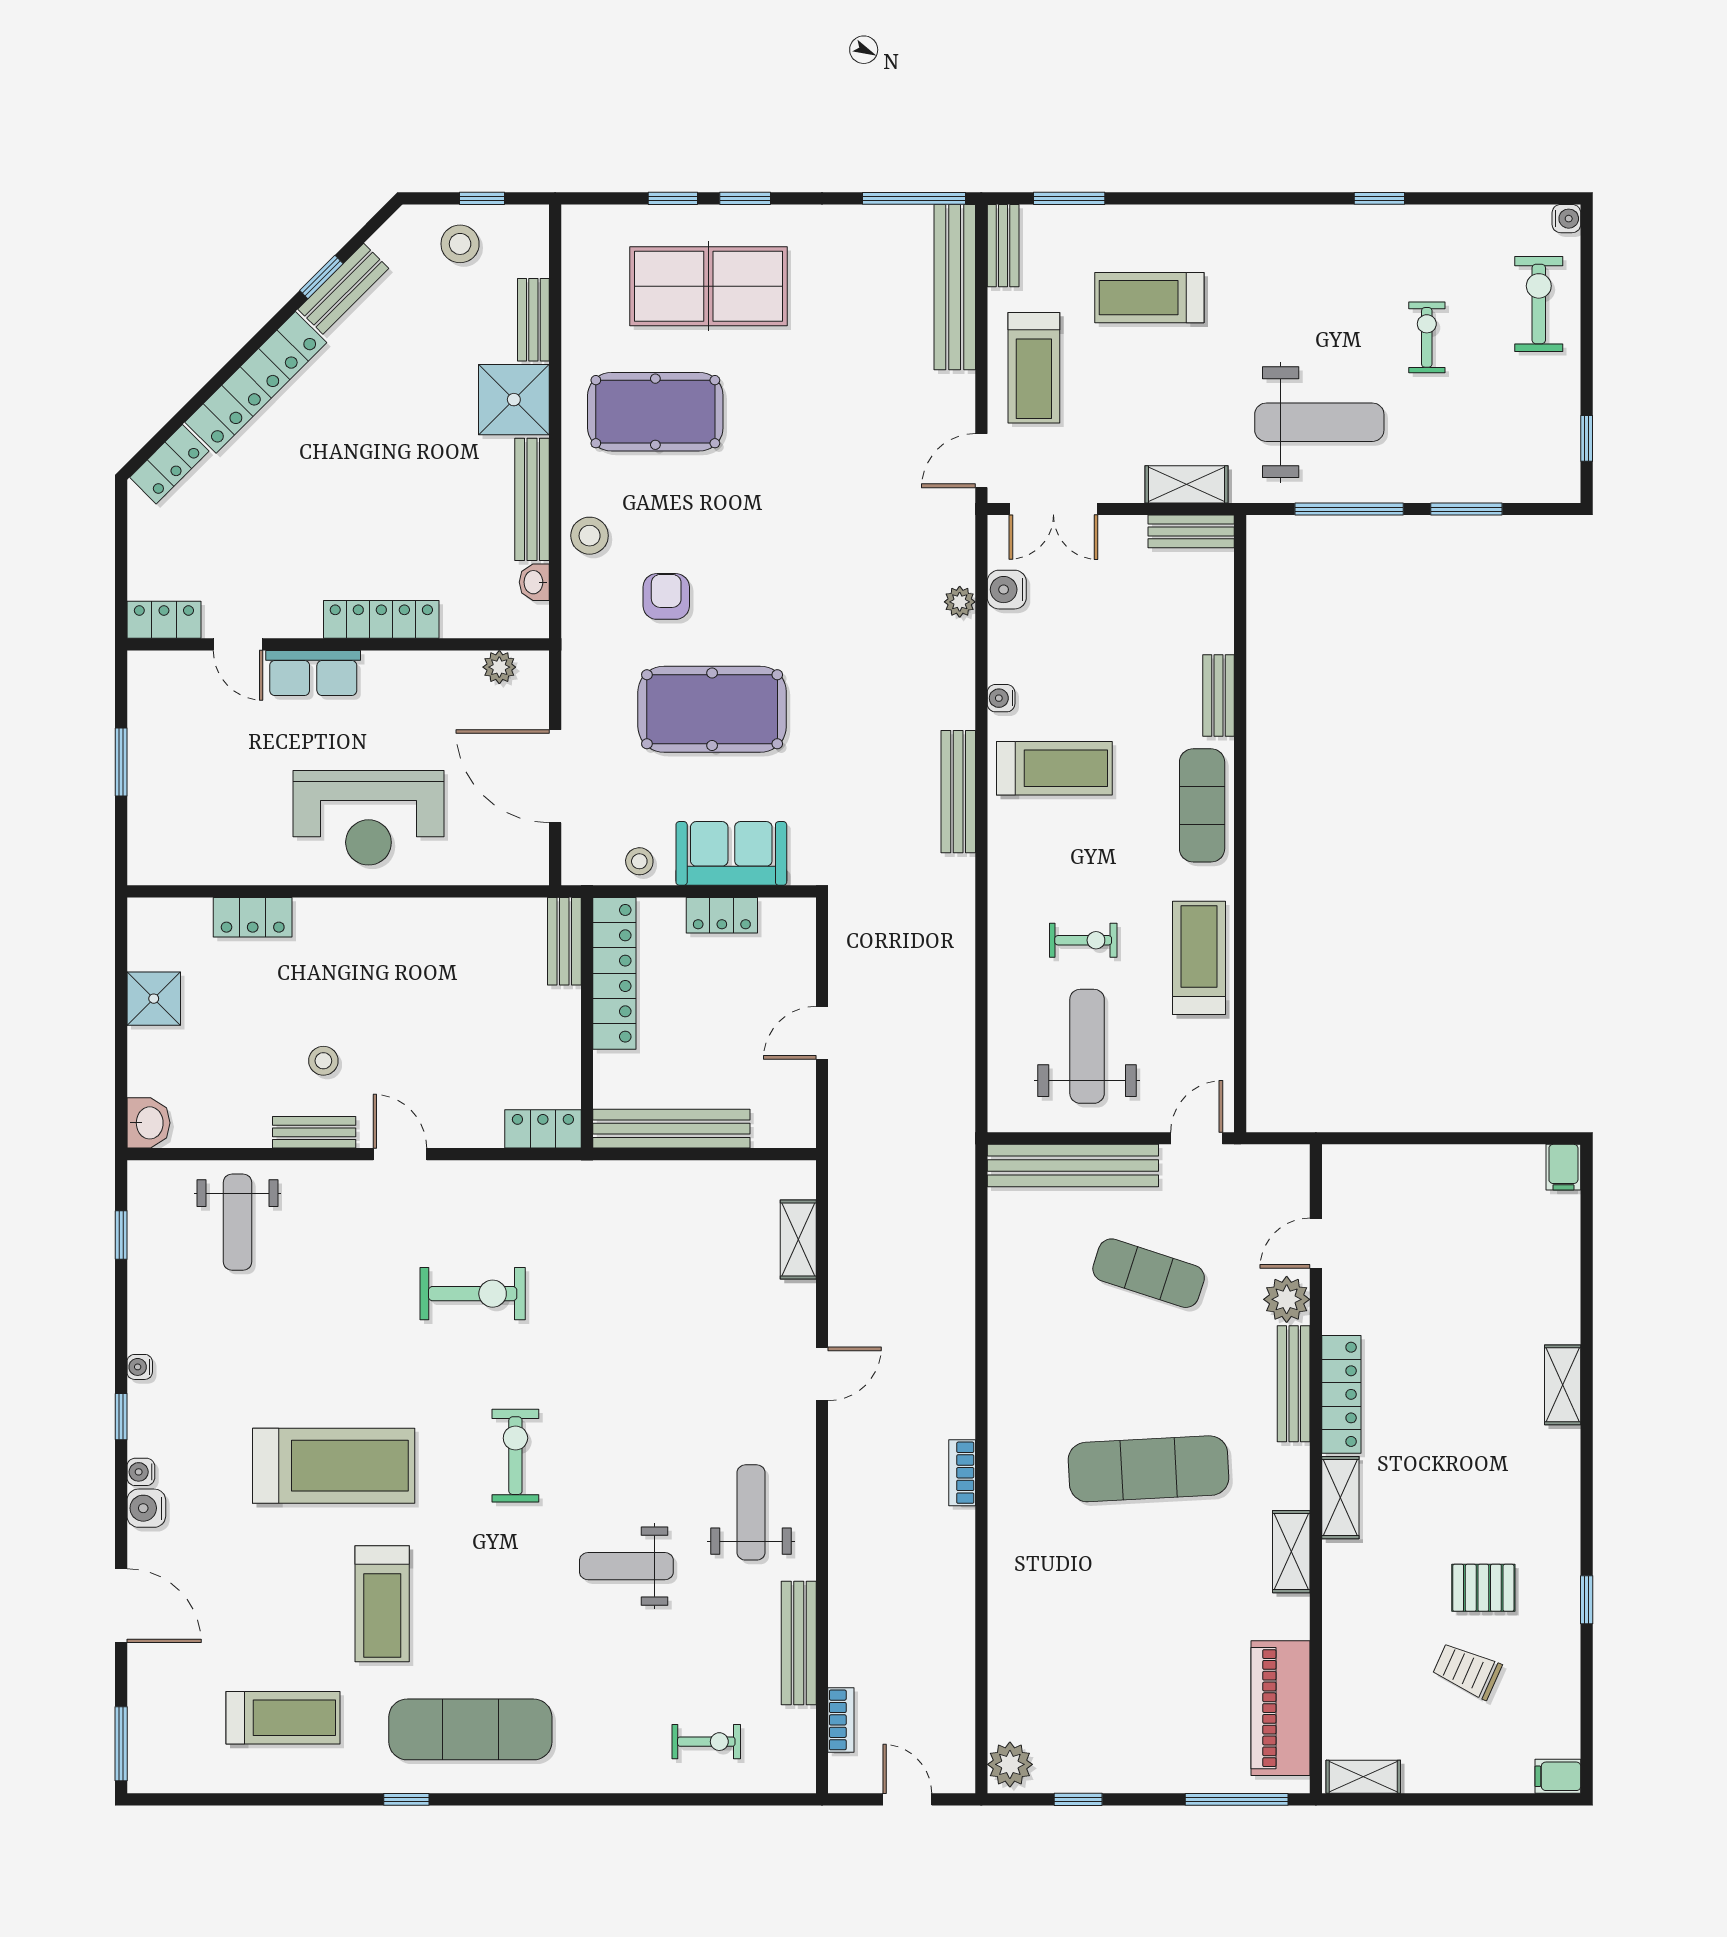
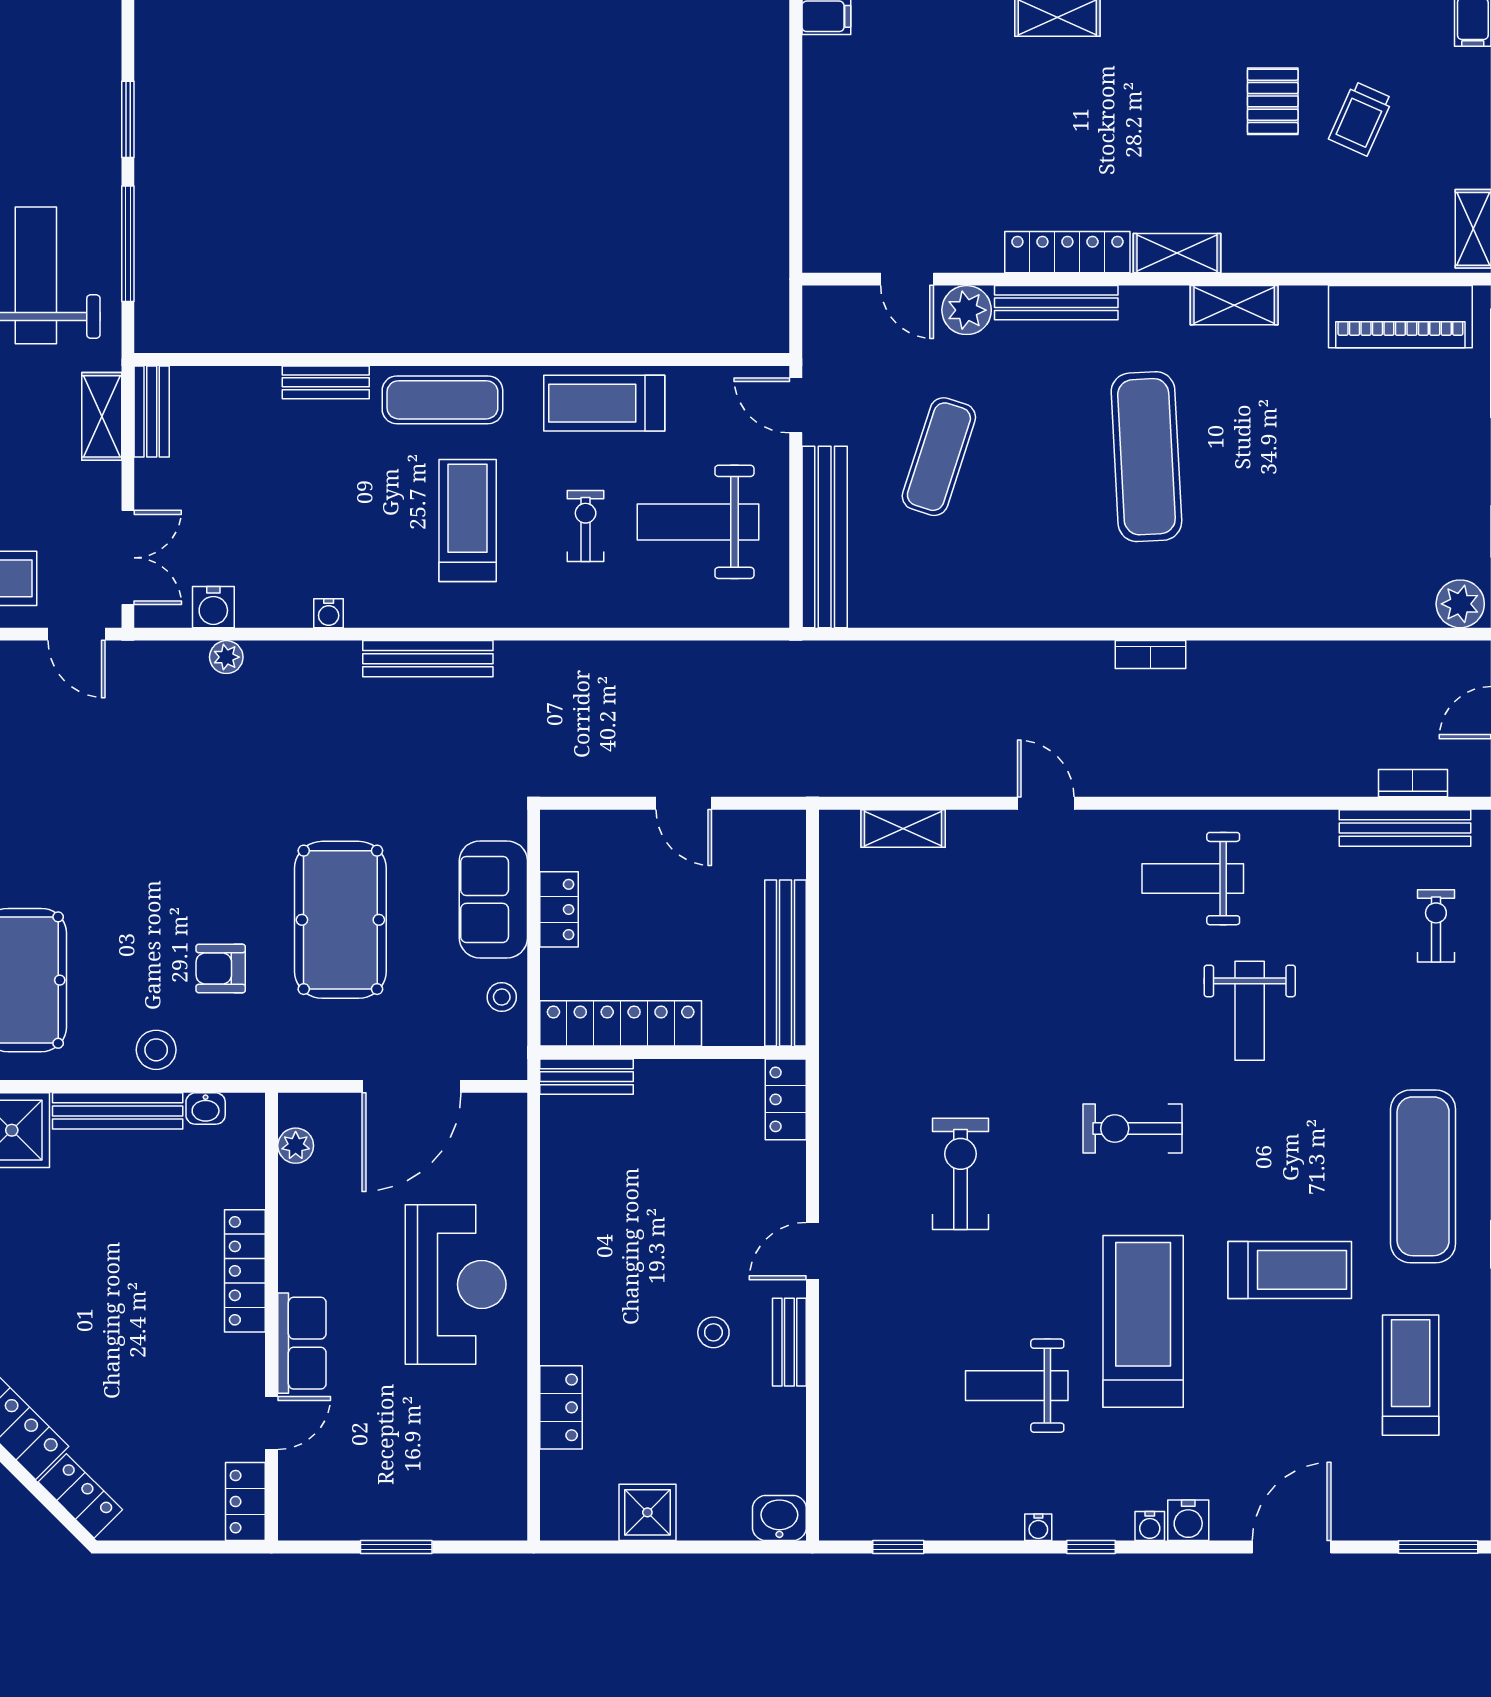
treadmill: (1054, 768) -> (468, 520), moved
weight bench: (238, 1222) -> (1017, 1386), moved, turned 180
bench: (799, 1643) -> (1405, 828), moved

